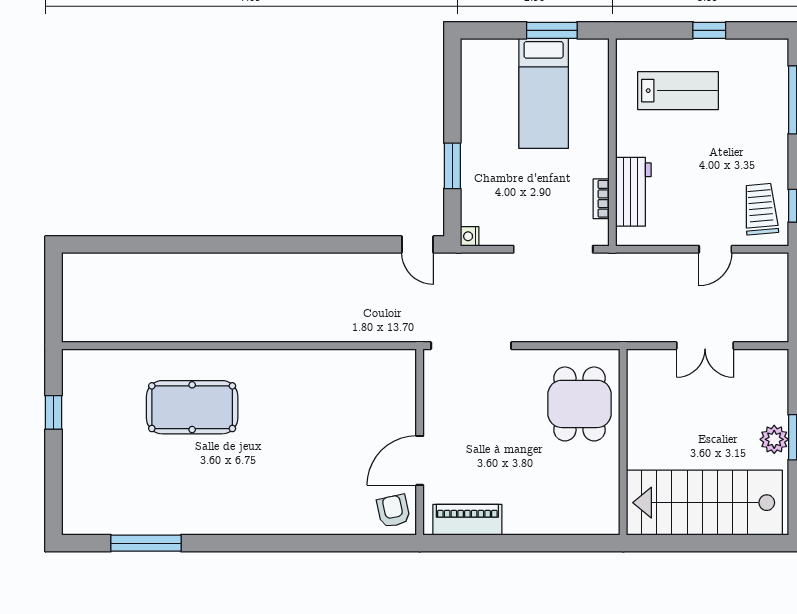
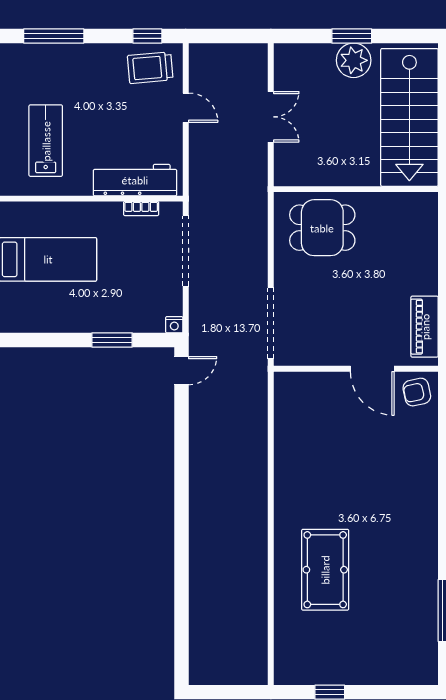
workbench: (633, 192) -> (135, 180), width x1.37
plant: (774, 439) -> (354, 60), width x1.36, depth x1.36

